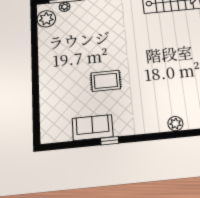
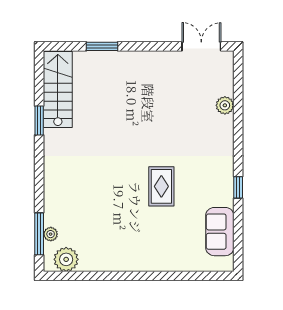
sofa: (93, 128) -> (220, 232), moved

